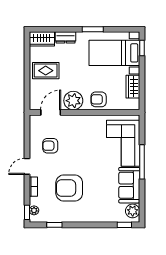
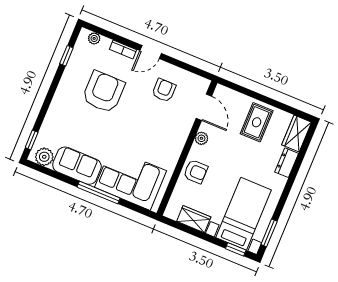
window: (93, 29) -> (269, 233), moved
armchair: (99, 99) -> (196, 172), turned 90
plant: (73, 101) -> (201, 138), width x0.53, depth x0.53
door: (27, 166) -> (151, 52), swing flipped
window: (27, 212) -> (95, 29), removed

